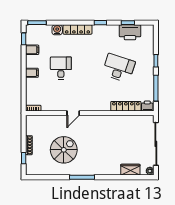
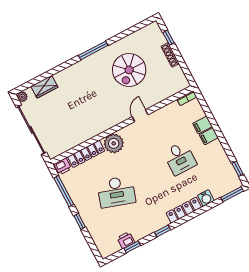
printer: (130, 32) -> (126, 240), width x0.53, depth x0.68
filing cabinet: (32, 50) -> (203, 125), moved
plant: (102, 103) -> (114, 143), added

